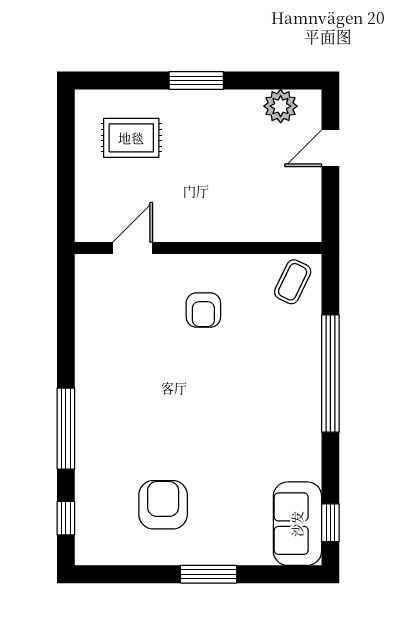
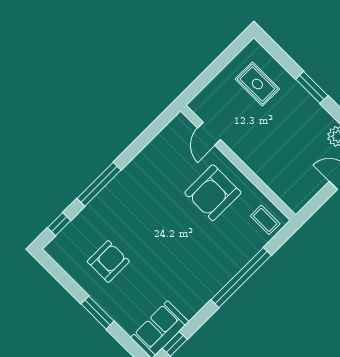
door: (133, 248) -> (209, 134), swing flipped
coffee table: (293, 282) -> (265, 220), turned 64
armchair: (203, 310) -> (213, 193), width x1.88, depth x1.88

